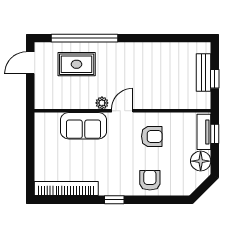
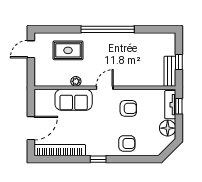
window: (85, 38) -> (108, 29), moved
bench: (203, 72) -> (170, 71), moved
plant: (102, 103) -> (76, 81), moved
door: (30, 161) -> (31, 128), added
armchair: (150, 180) -> (127, 143), turned 90

